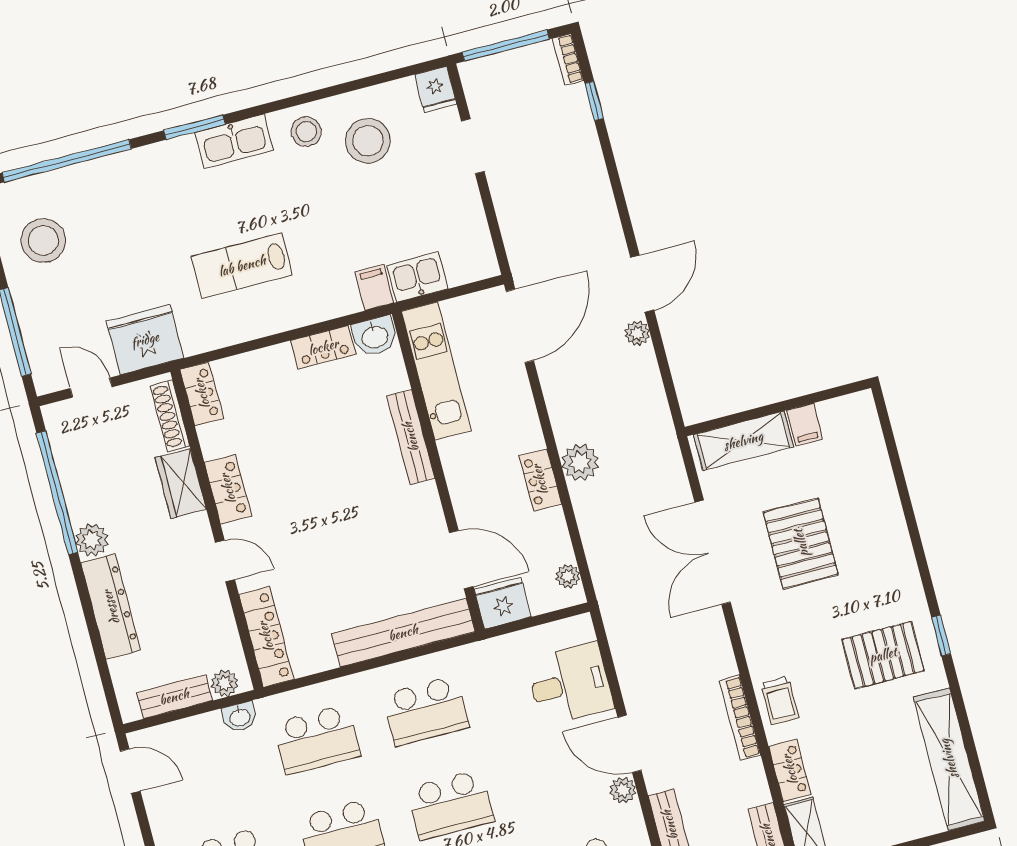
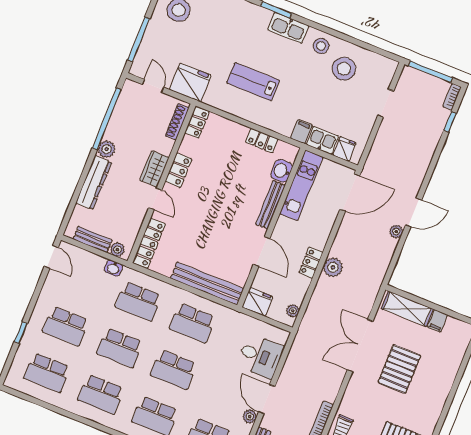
fridge: (436, 89) -> (344, 149), moved, turned 180
washbasin: (375, 336) -> (282, 171), moved, turned 90
wardrobe: (181, 483) -> (154, 169), moved
door: (461, 560) -> (262, 251), moved

